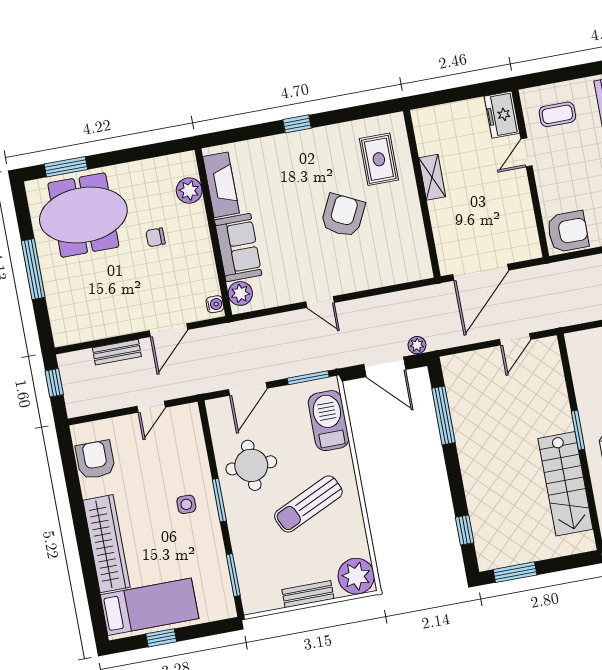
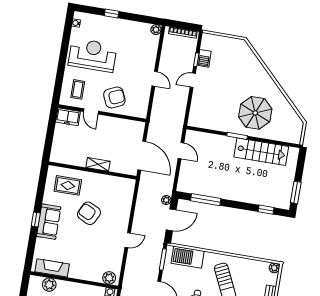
shelving: (432, 177) -> (98, 164), moved
armchair: (568, 231) -> (114, 98), moved, turned 66
sofa: (238, 248) -> (49, 222), moved, turned 90
plant: (356, 576) -> (274, 268), width x0.53, depth x0.53

